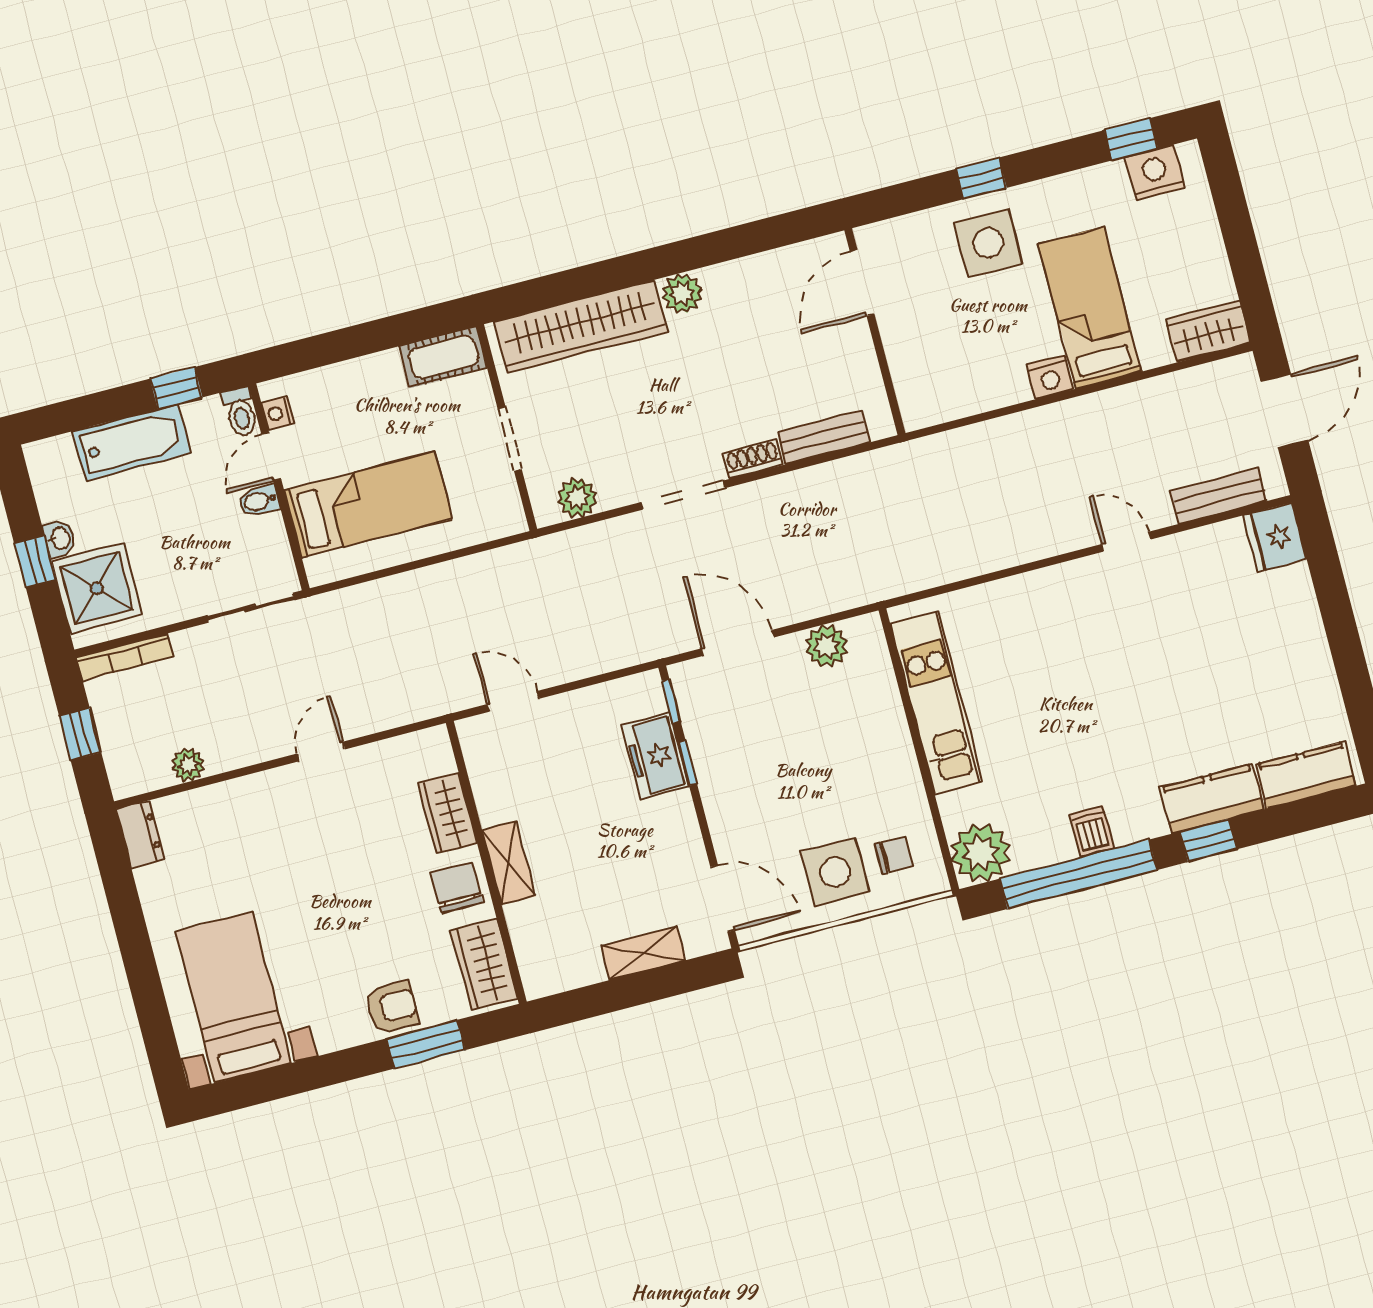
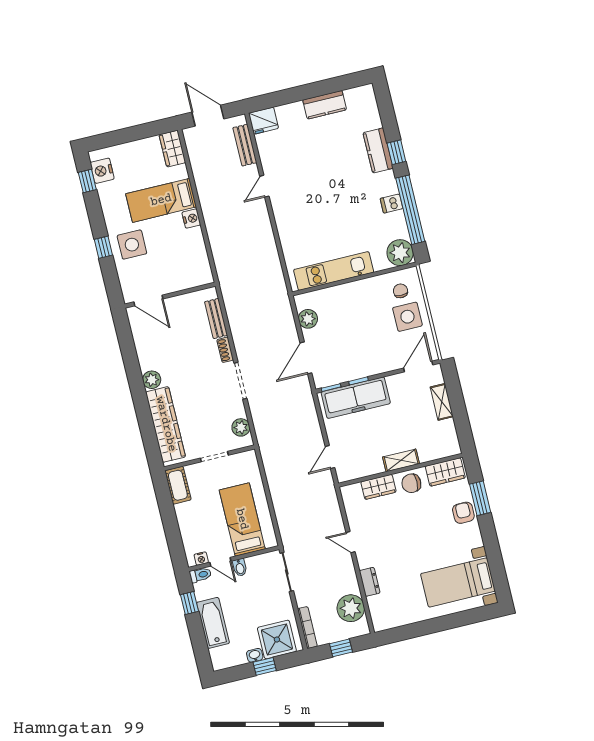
freezer: (655, 756) -> (356, 398), width x1.91, depth x1.26
plant: (188, 765) -> (351, 608), width x1.88, depth x1.88
kitchen counter: (1305, 775) -> (325, 105), moved, turned -90
dresser: (140, 834) -> (370, 582), moved, turned 90

